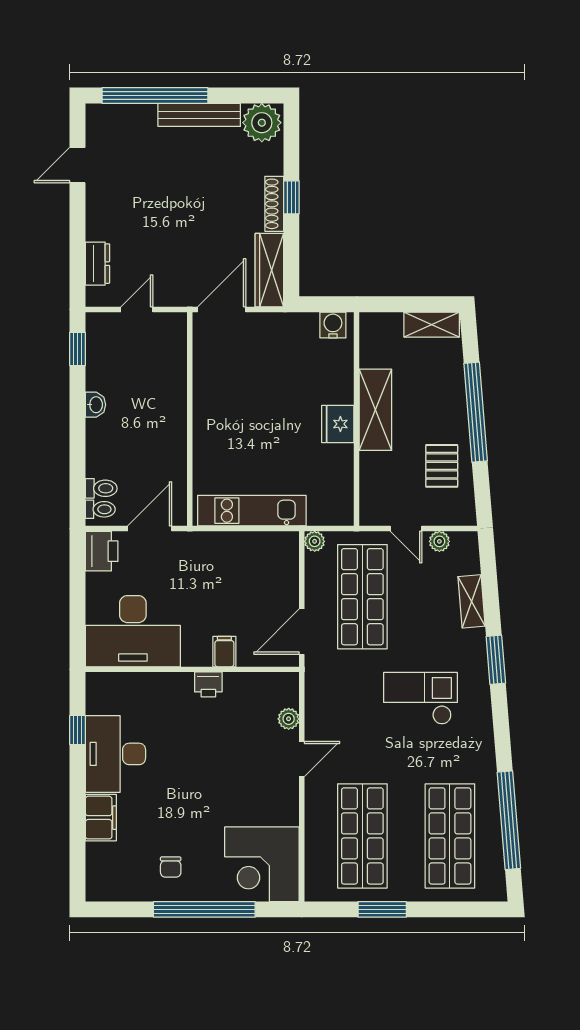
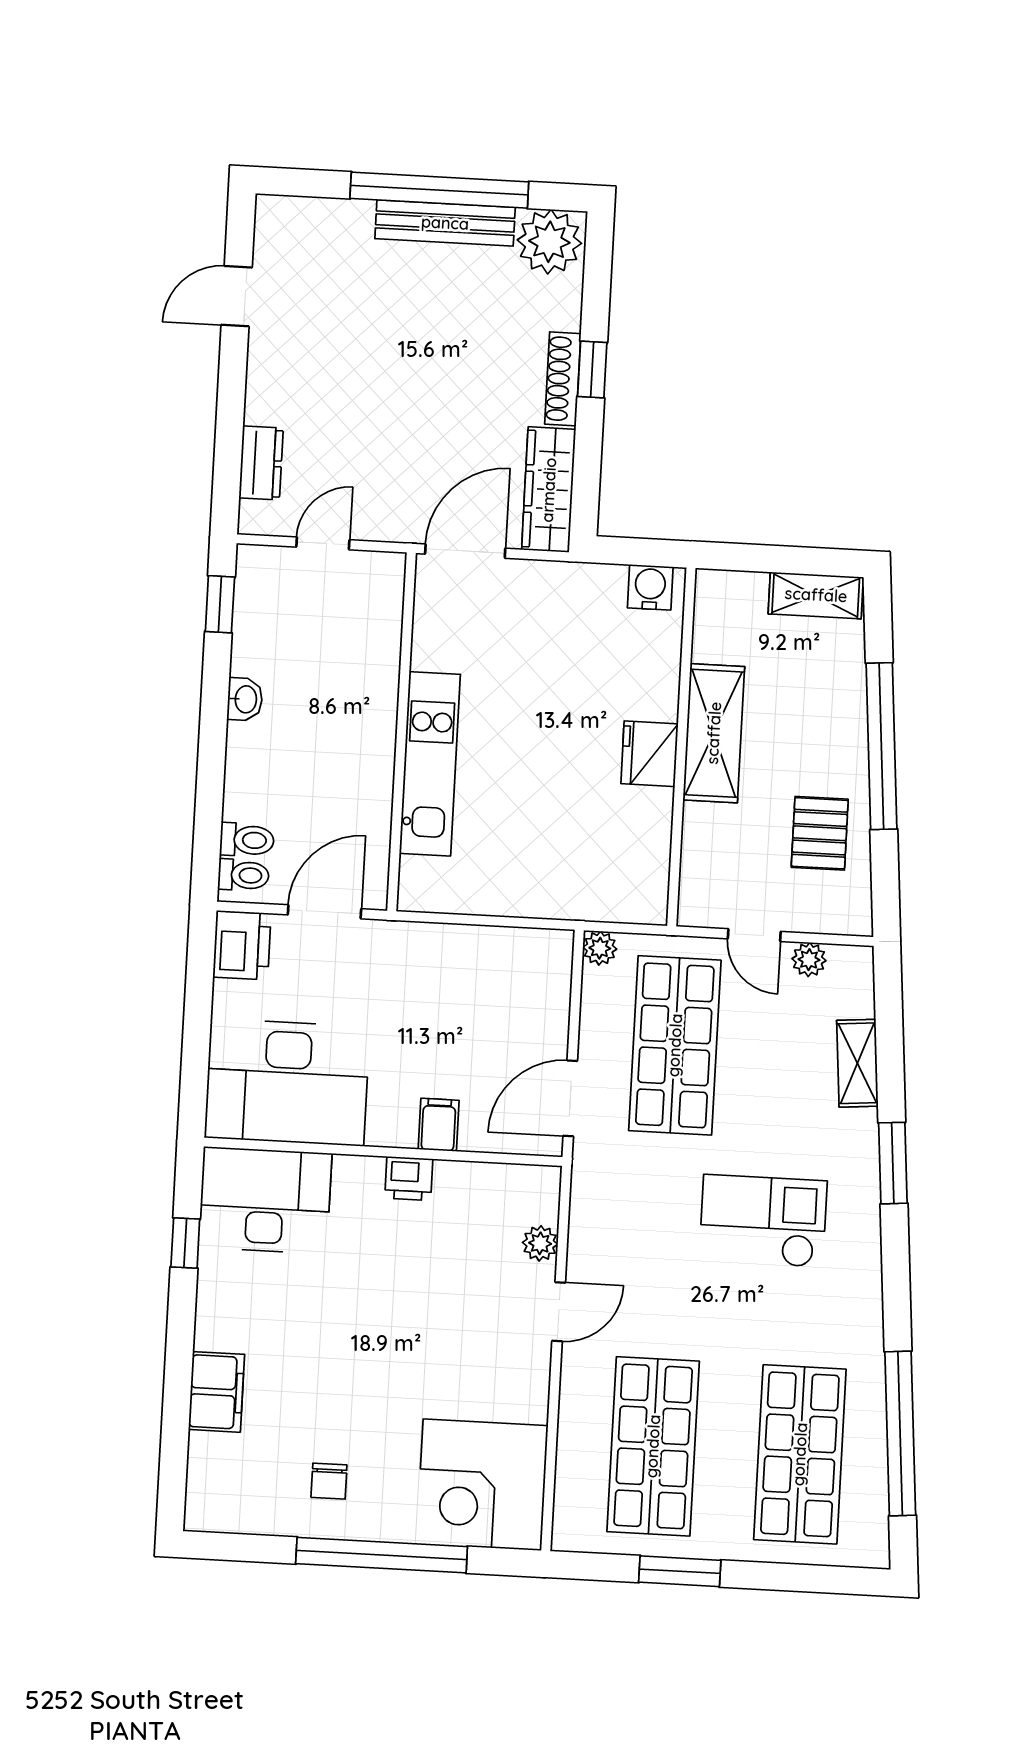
window: (155, 96) -> (439, 190), moved
kitchen unit: (252, 511) -> (430, 764), moved, turned 90
desk: (115, 754) -> (265, 1200), moved, turned 90

